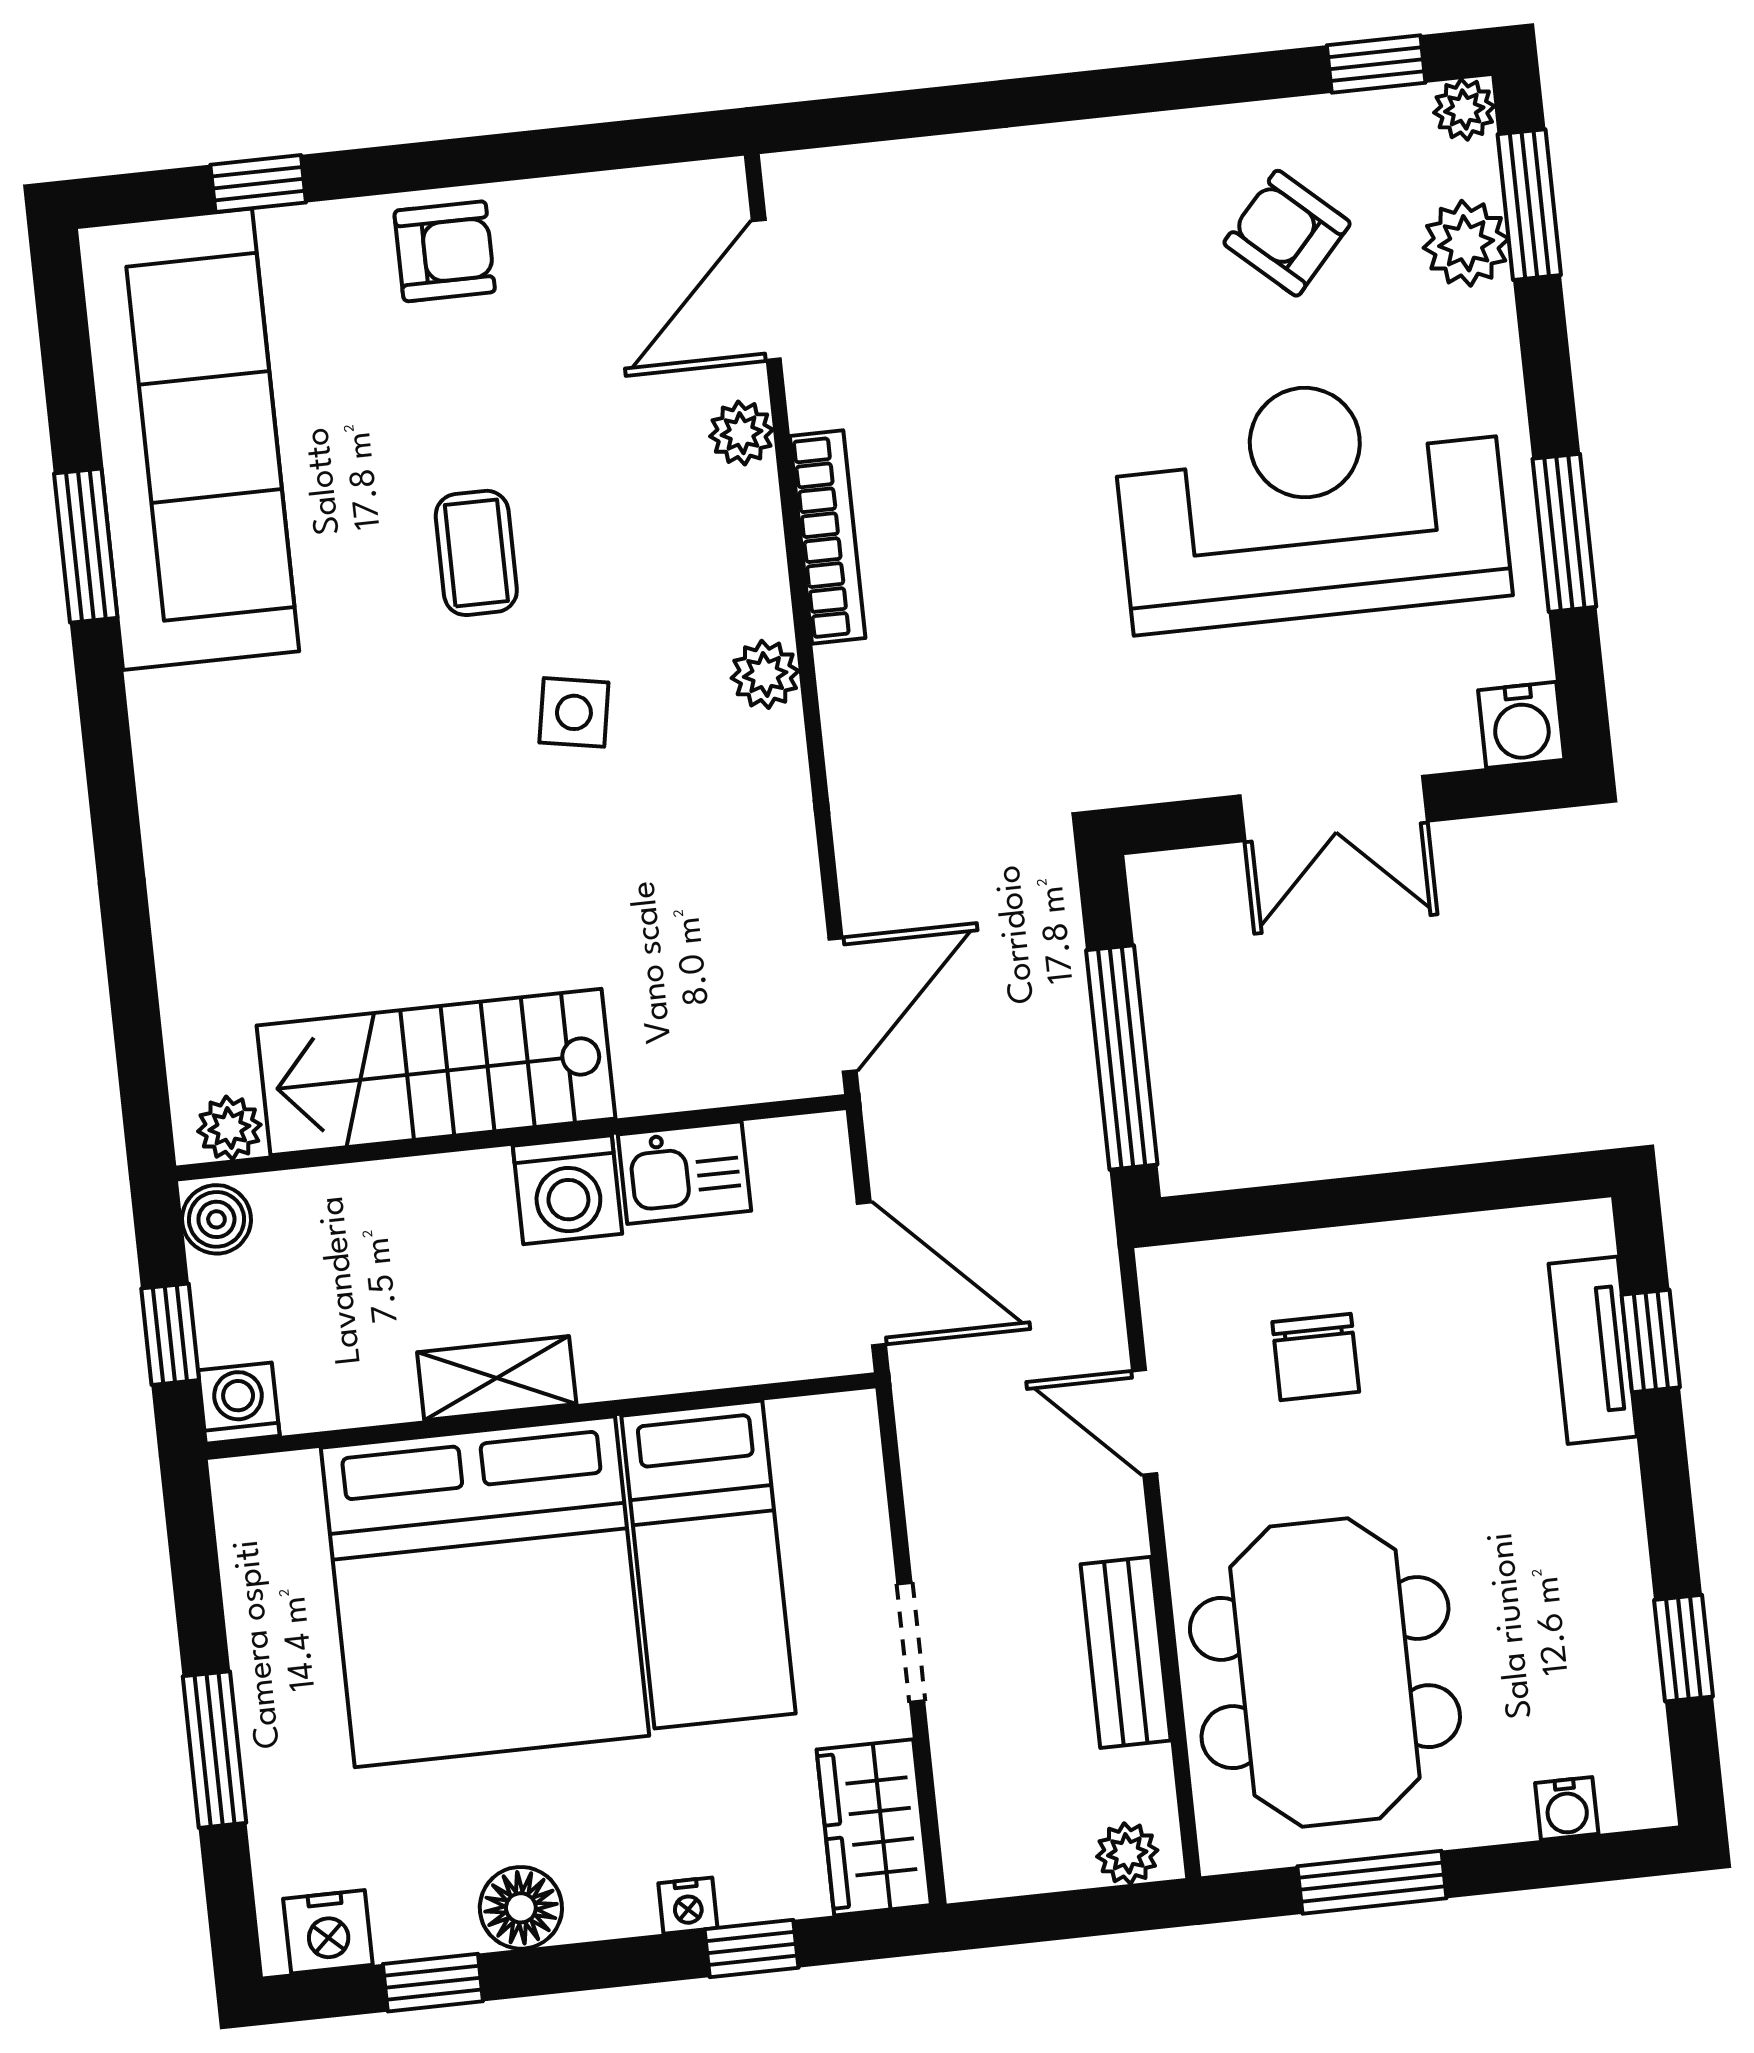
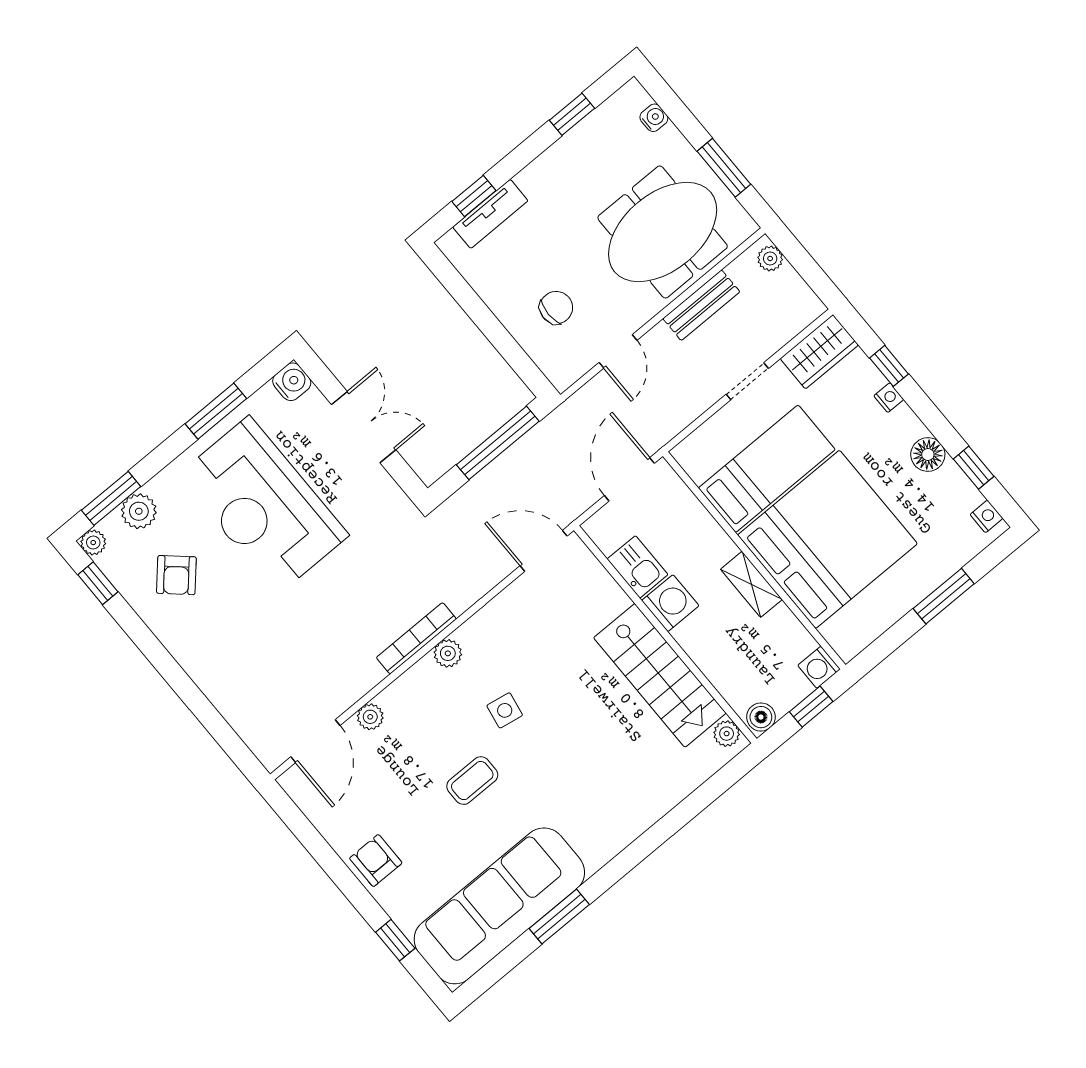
door: (766, 290) -> (315, 741), hinge flipped
bookcase: (828, 537) -> (416, 638), moved
nightstand: (328, 1932) -> (986, 516), width x0.72, depth x0.74

